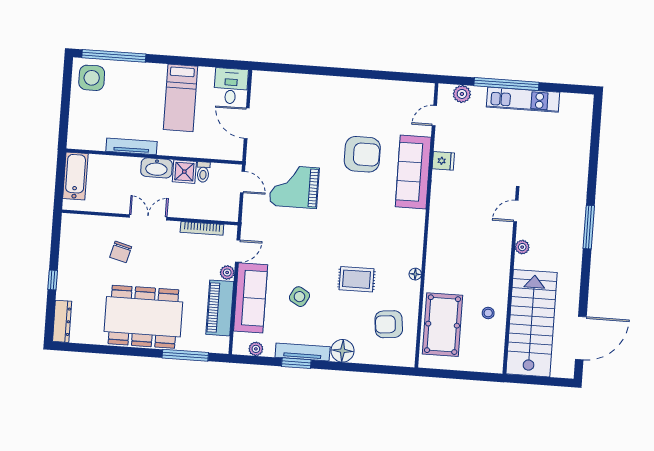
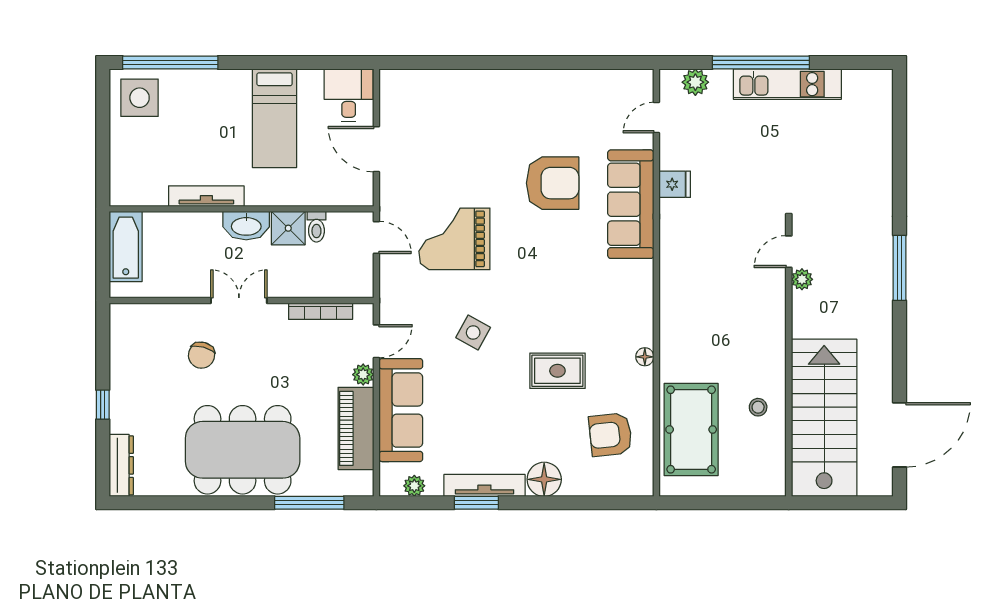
plant: (522, 247) -> (802, 279), moved
side table: (299, 297) -> (473, 333), moved

